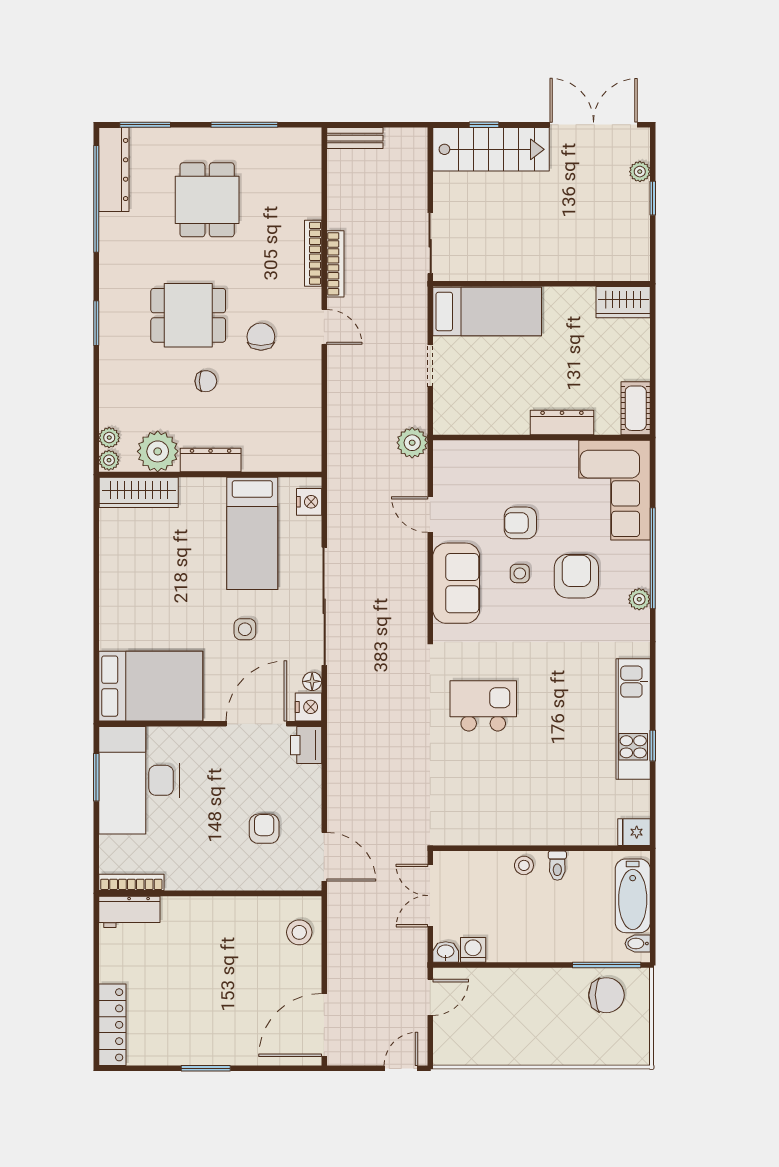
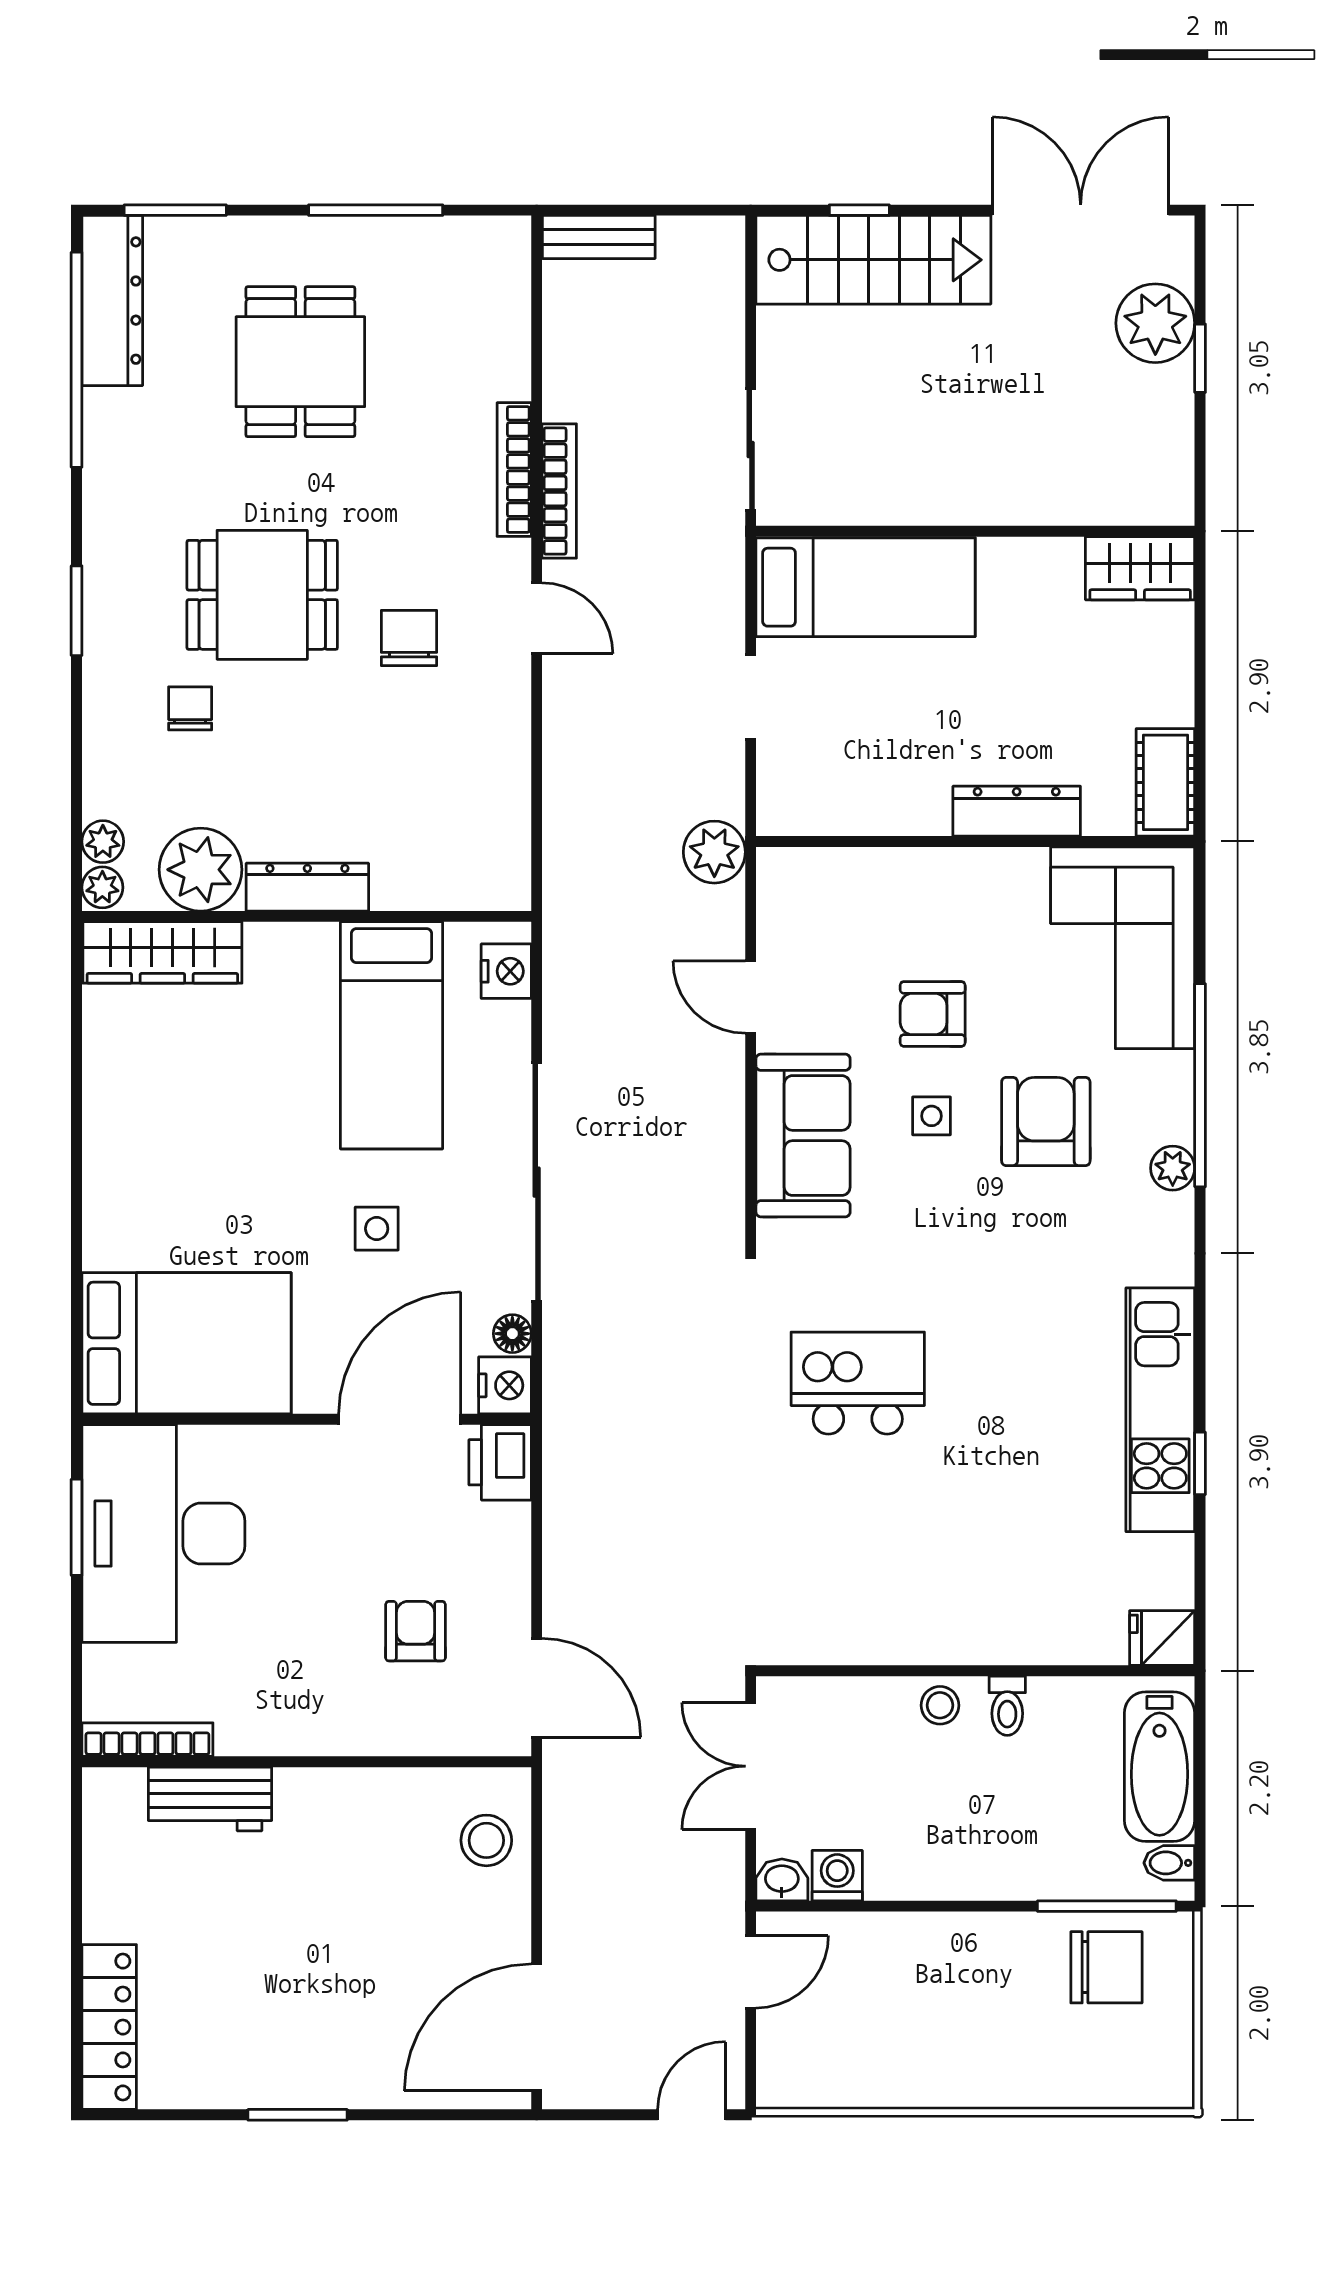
plant: (640, 172) -> (1155, 323), width x1.88, depth x1.88
chair: (206, 381) -> (190, 708), moved, turned -90
workbench: (129, 912) -> (210, 1799), moved

